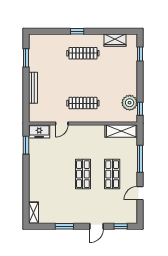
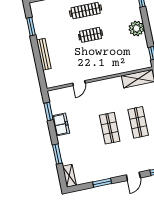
clothes rail: (83, 103) -> (91, 35), moved, width x0.73
plant: (130, 103) -> (136, 28), moved
freezer: (39, 131) -> (61, 125), moved, turned -90
window: (26, 189) -> (57, 154), added

